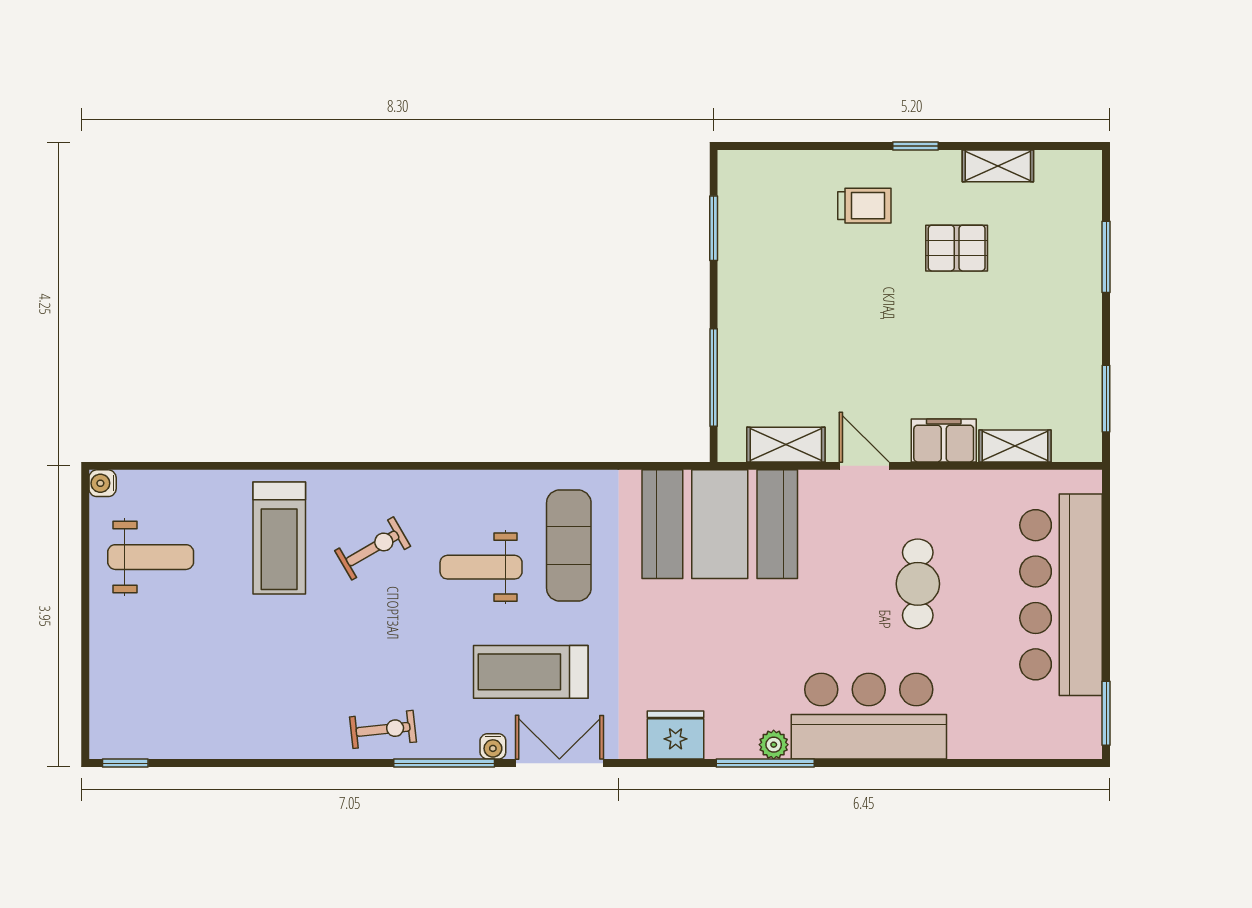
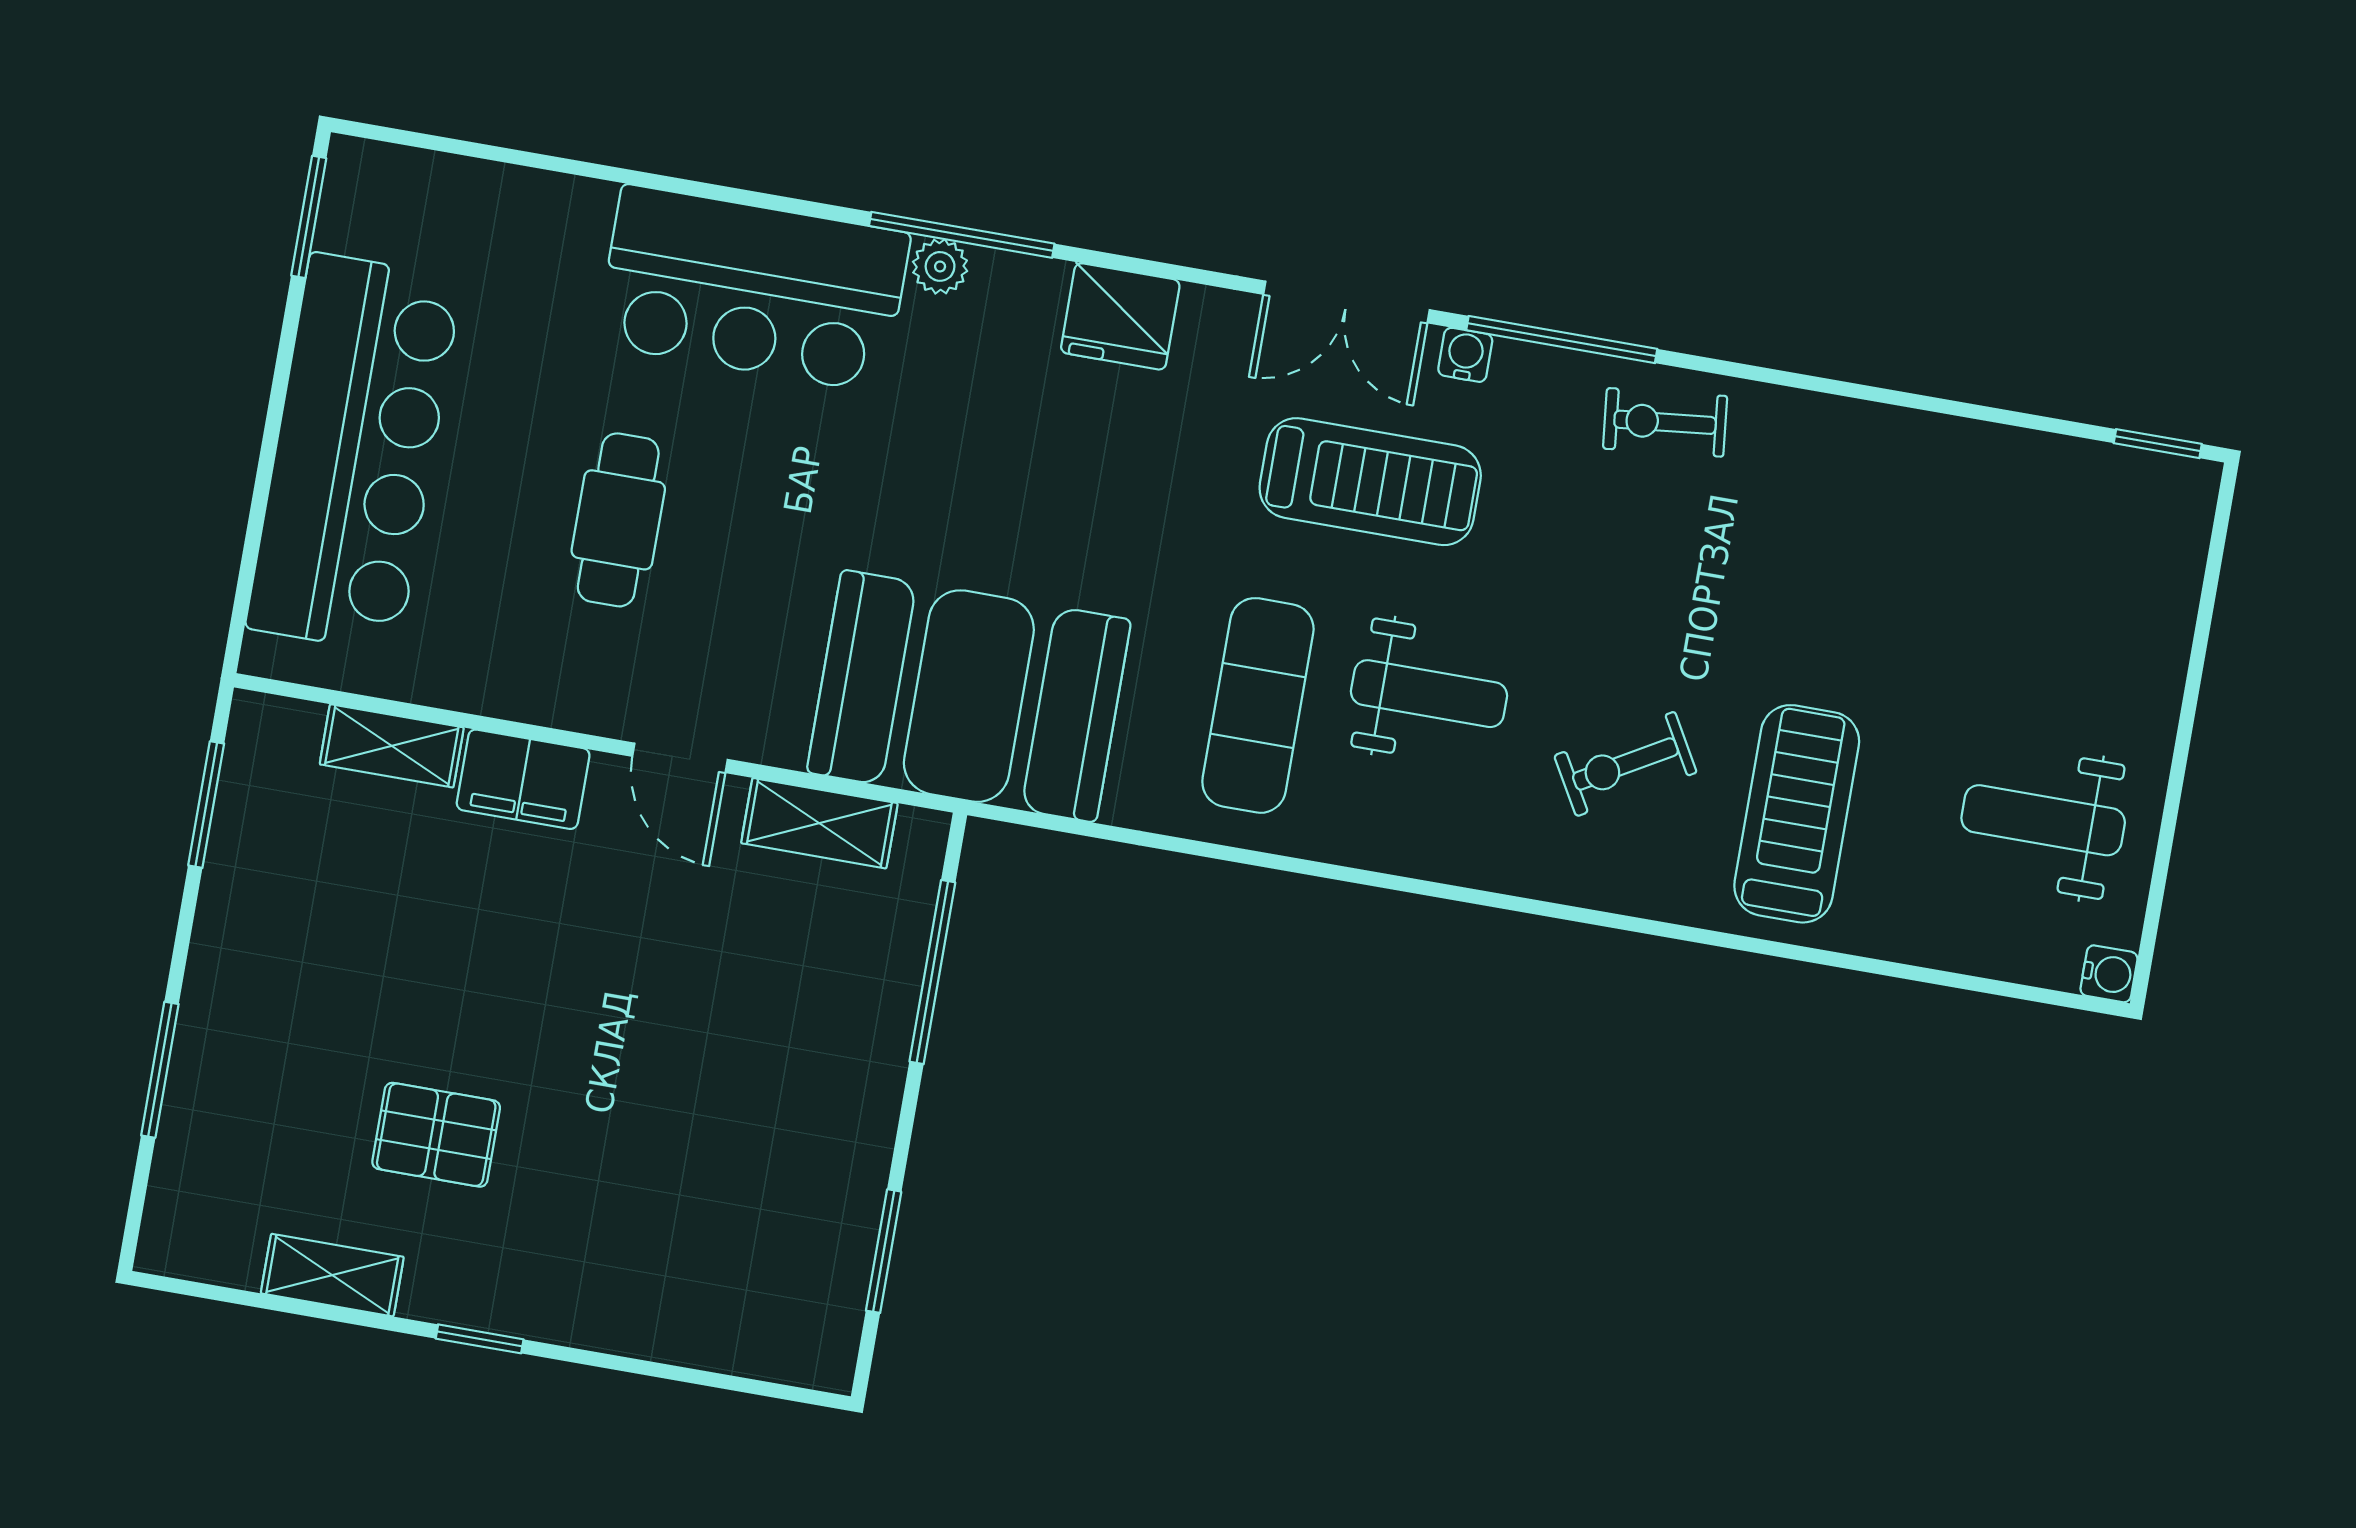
trolley: (864, 206) -> (595, 1244), removed

